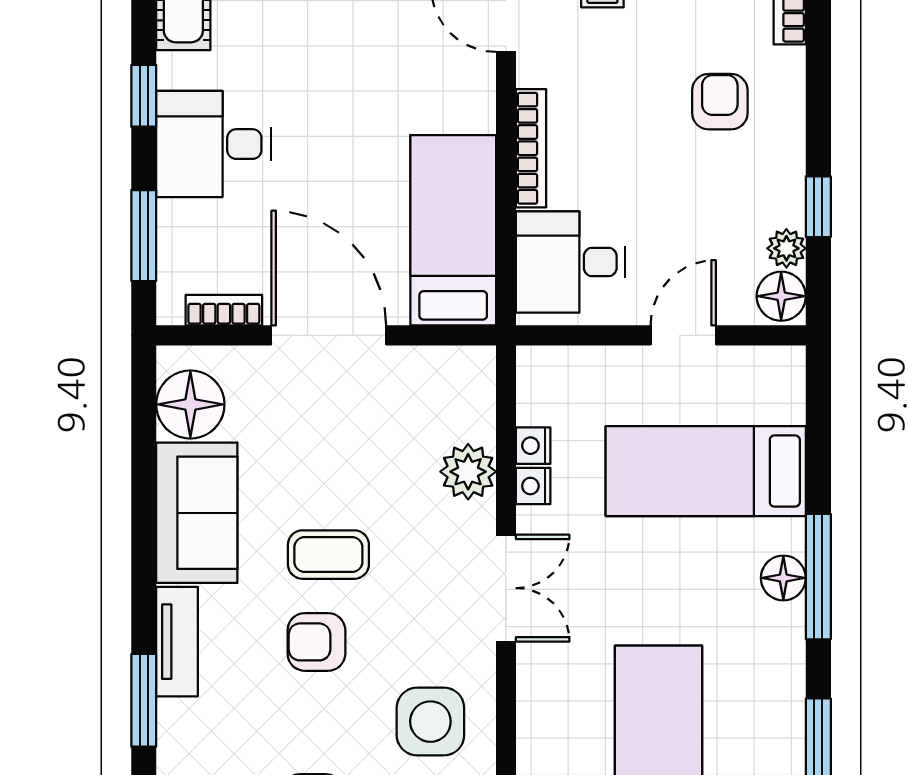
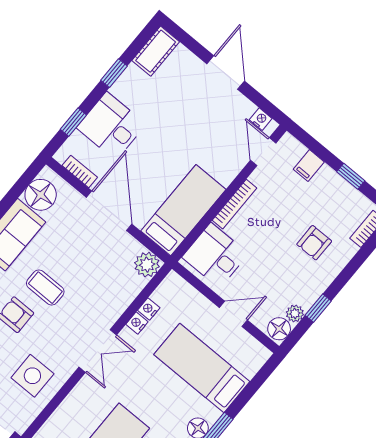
armchair: (720, 102) -> (314, 243), turned 180
desk: (213, 144) -> (111, 126), moved
window: (144, 236) -> (73, 122), width x0.67
plant: (468, 472) -> (147, 265), moved

